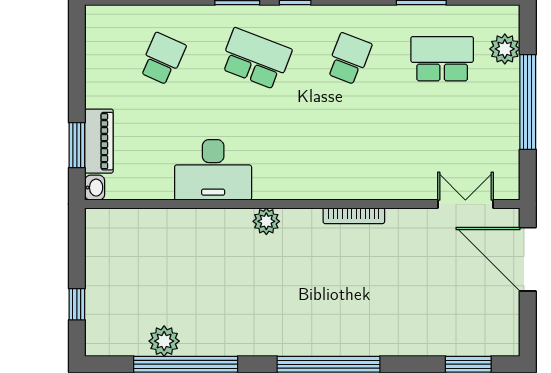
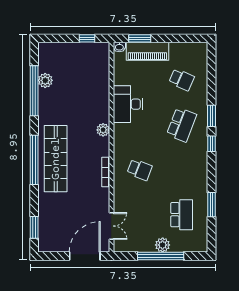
plant: (505, 49) -> (163, 245), moved
school desk: (349, 59) -> (140, 170), moved
piano: (99, 141) -> (147, 51), width x1.37, depth x1.33
window: (77, 304) -> (87, 38), moved
shop shelf: (326, 319) -> (56, 159), added

